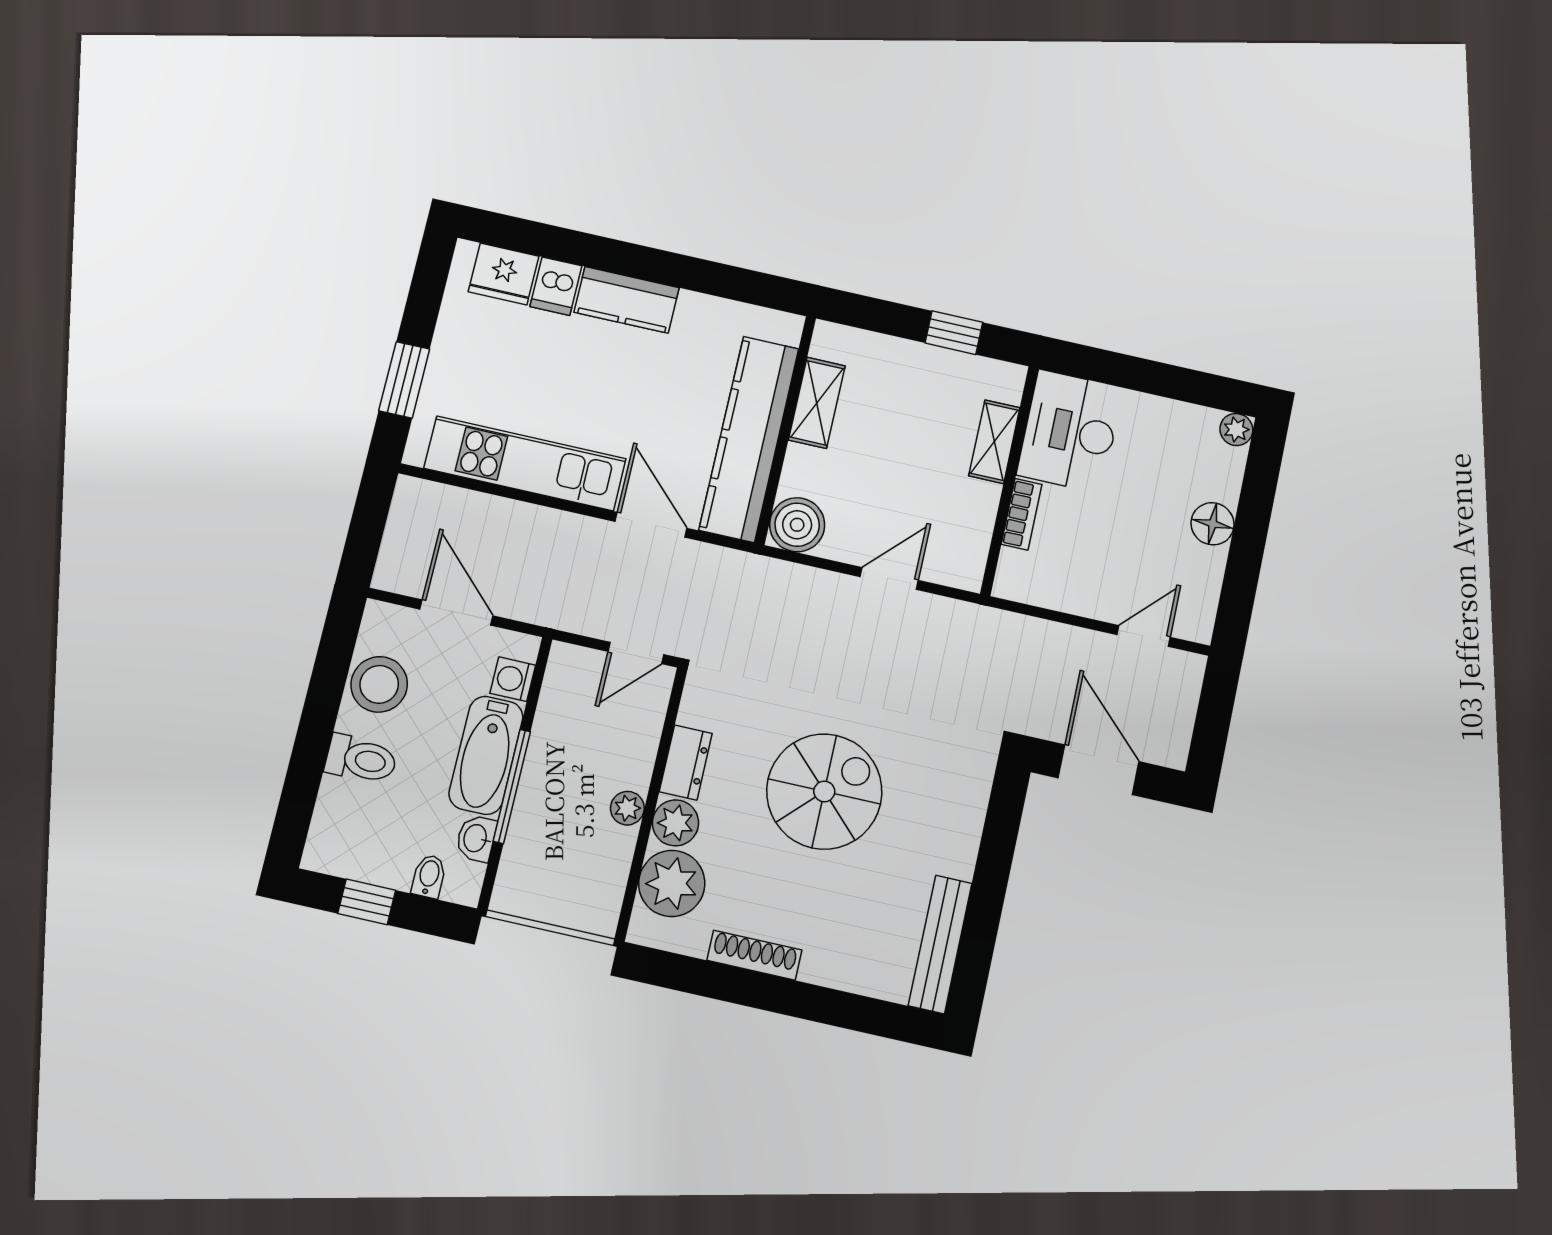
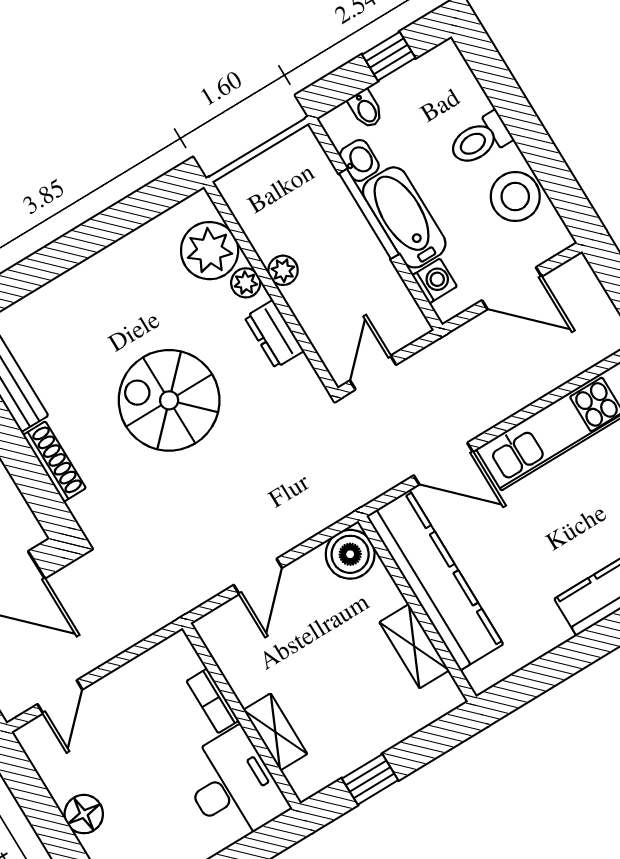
spiral stairs: (824, 791) -> (169, 400), turned 90
plant: (675, 823) -> (246, 283), width x0.73, depth x0.73
shoe rack: (754, 955) -> (54, 462), moved, turned -90

